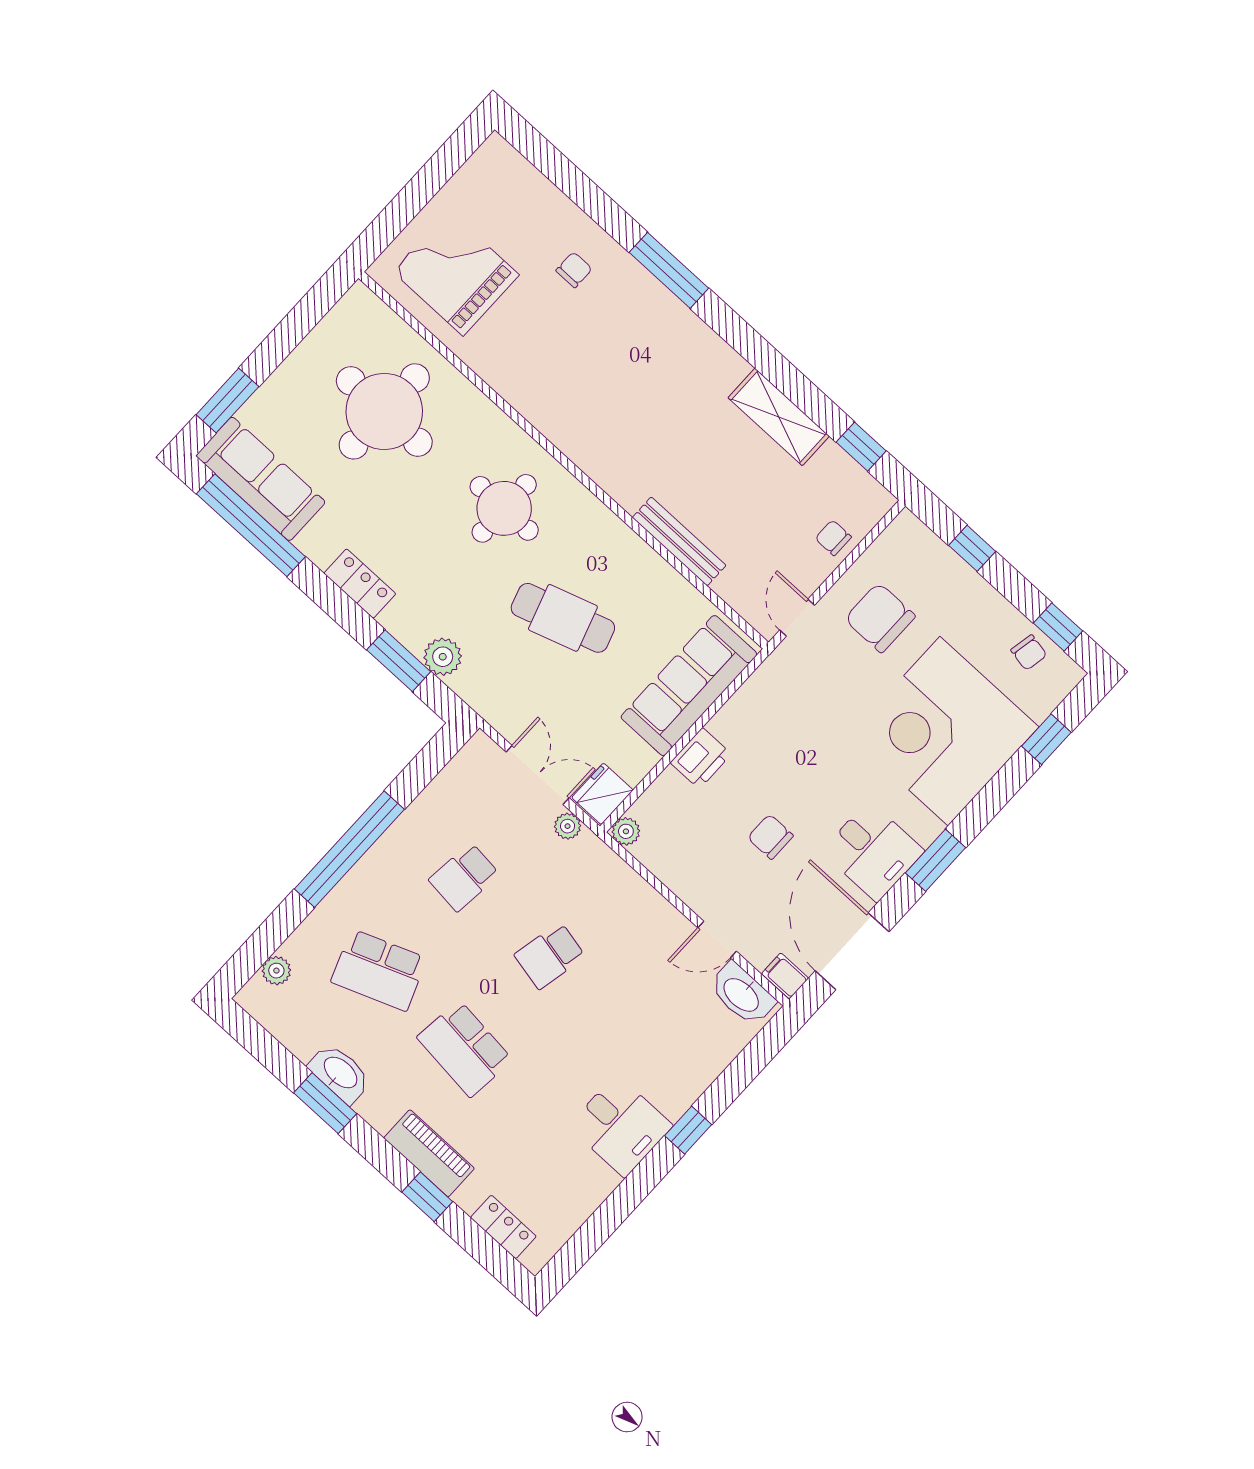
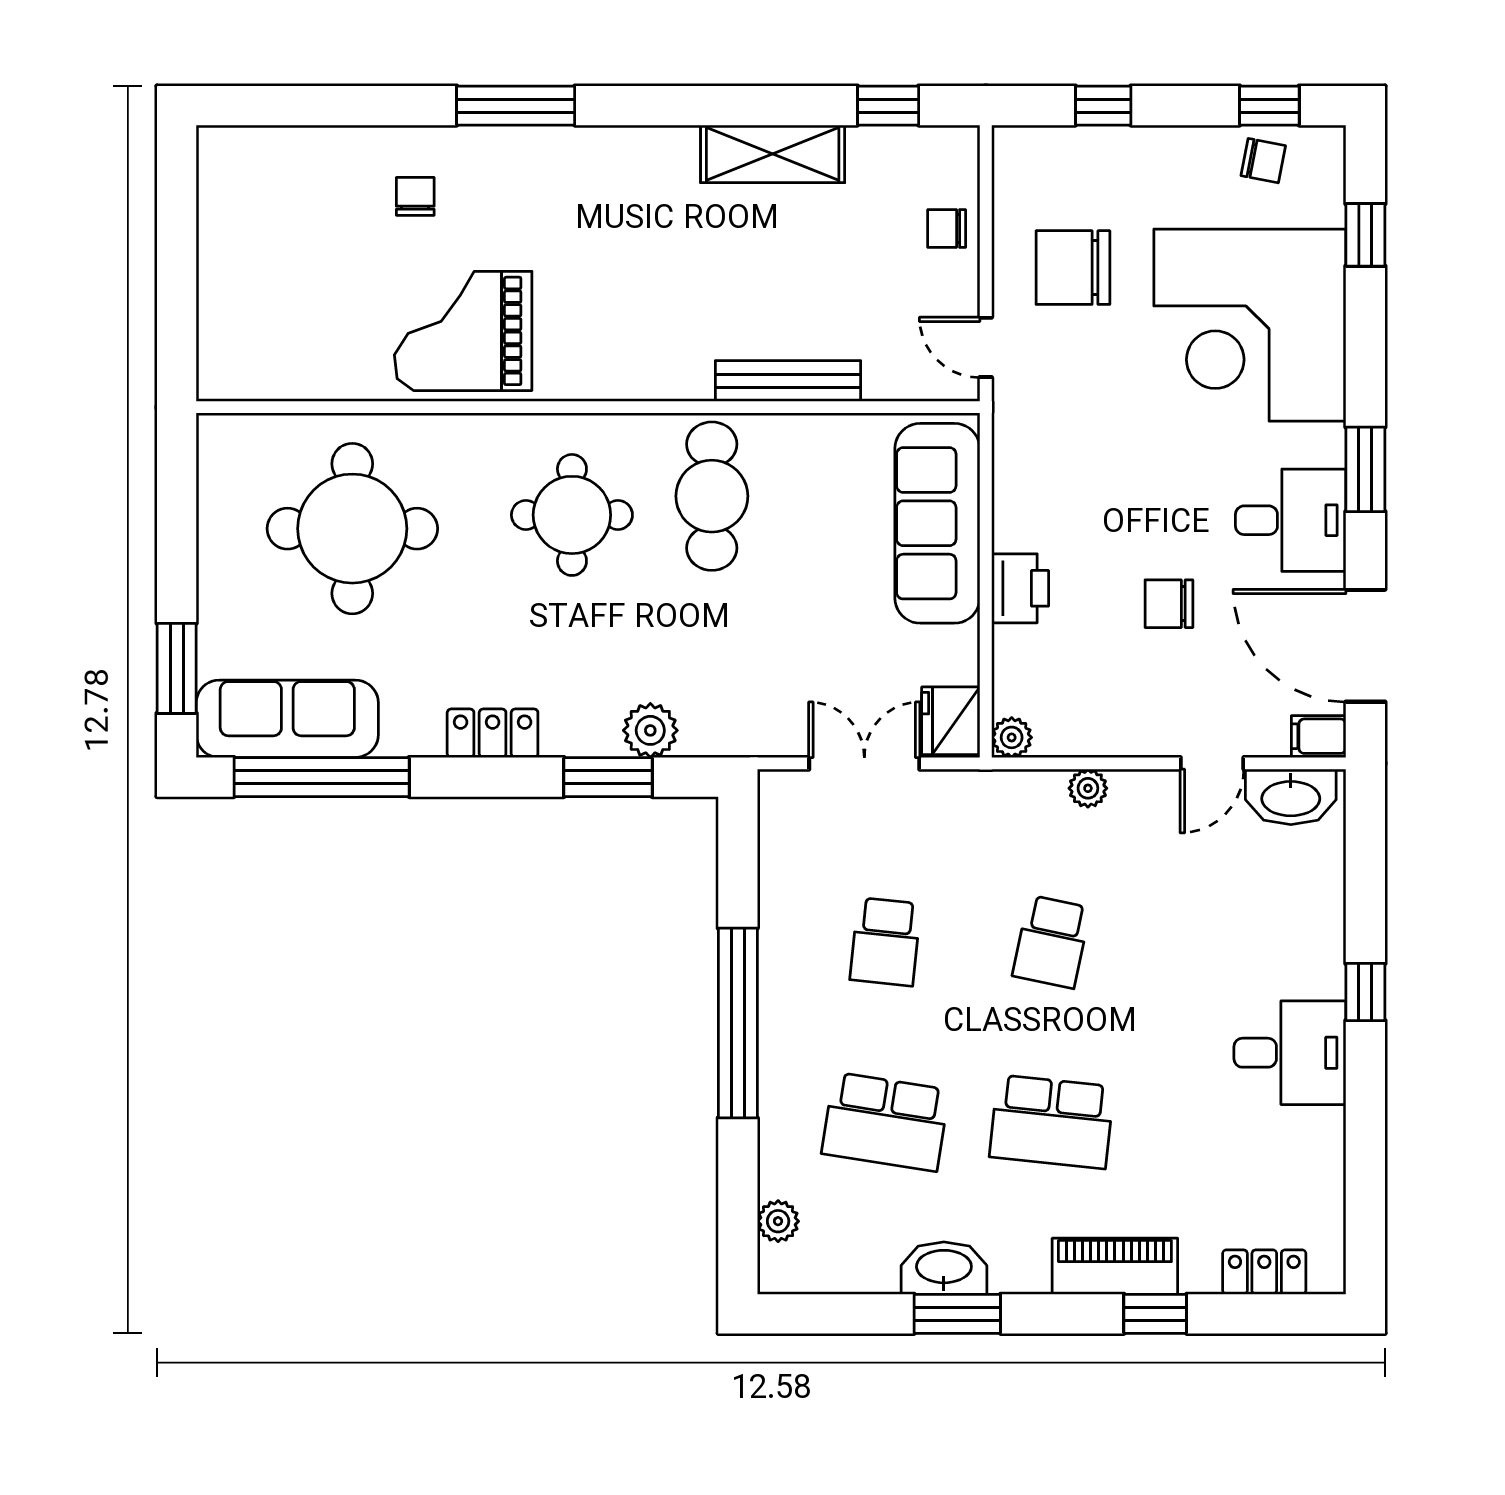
grand piano: (456, 273) -> (463, 331), moved
cafe table: (563, 618) -> (712, 496), moved, turned -72
plant: (568, 826) -> (1088, 788), moved
school desk: (379, 970) -> (885, 1122), turned 30

